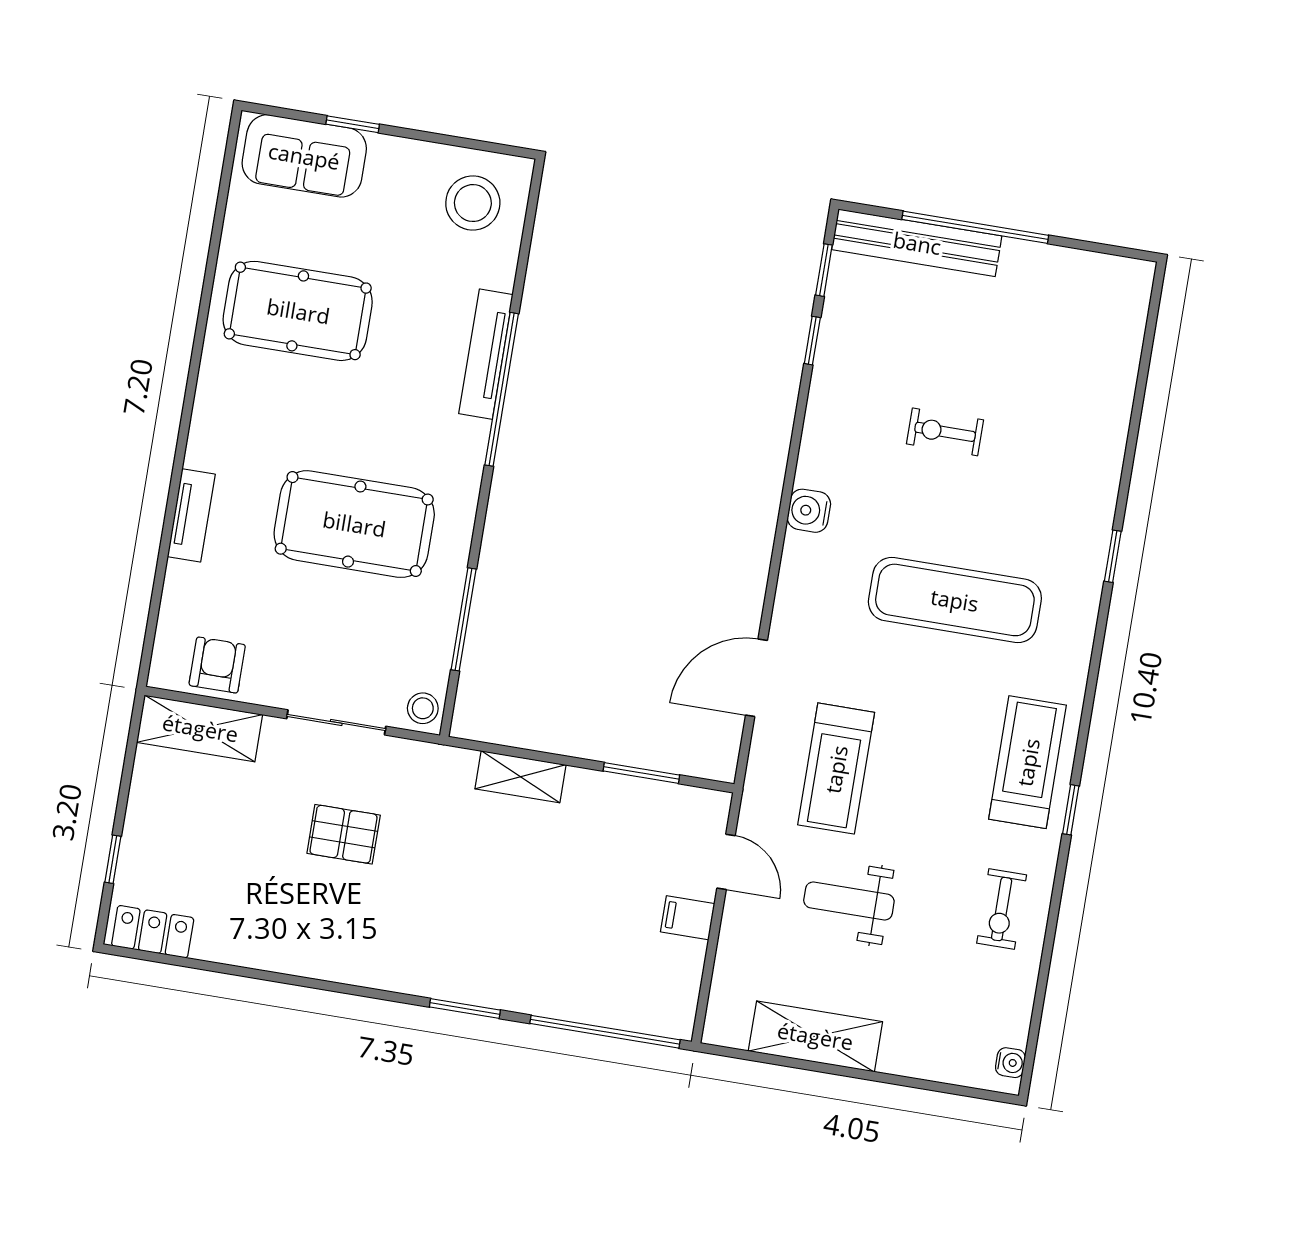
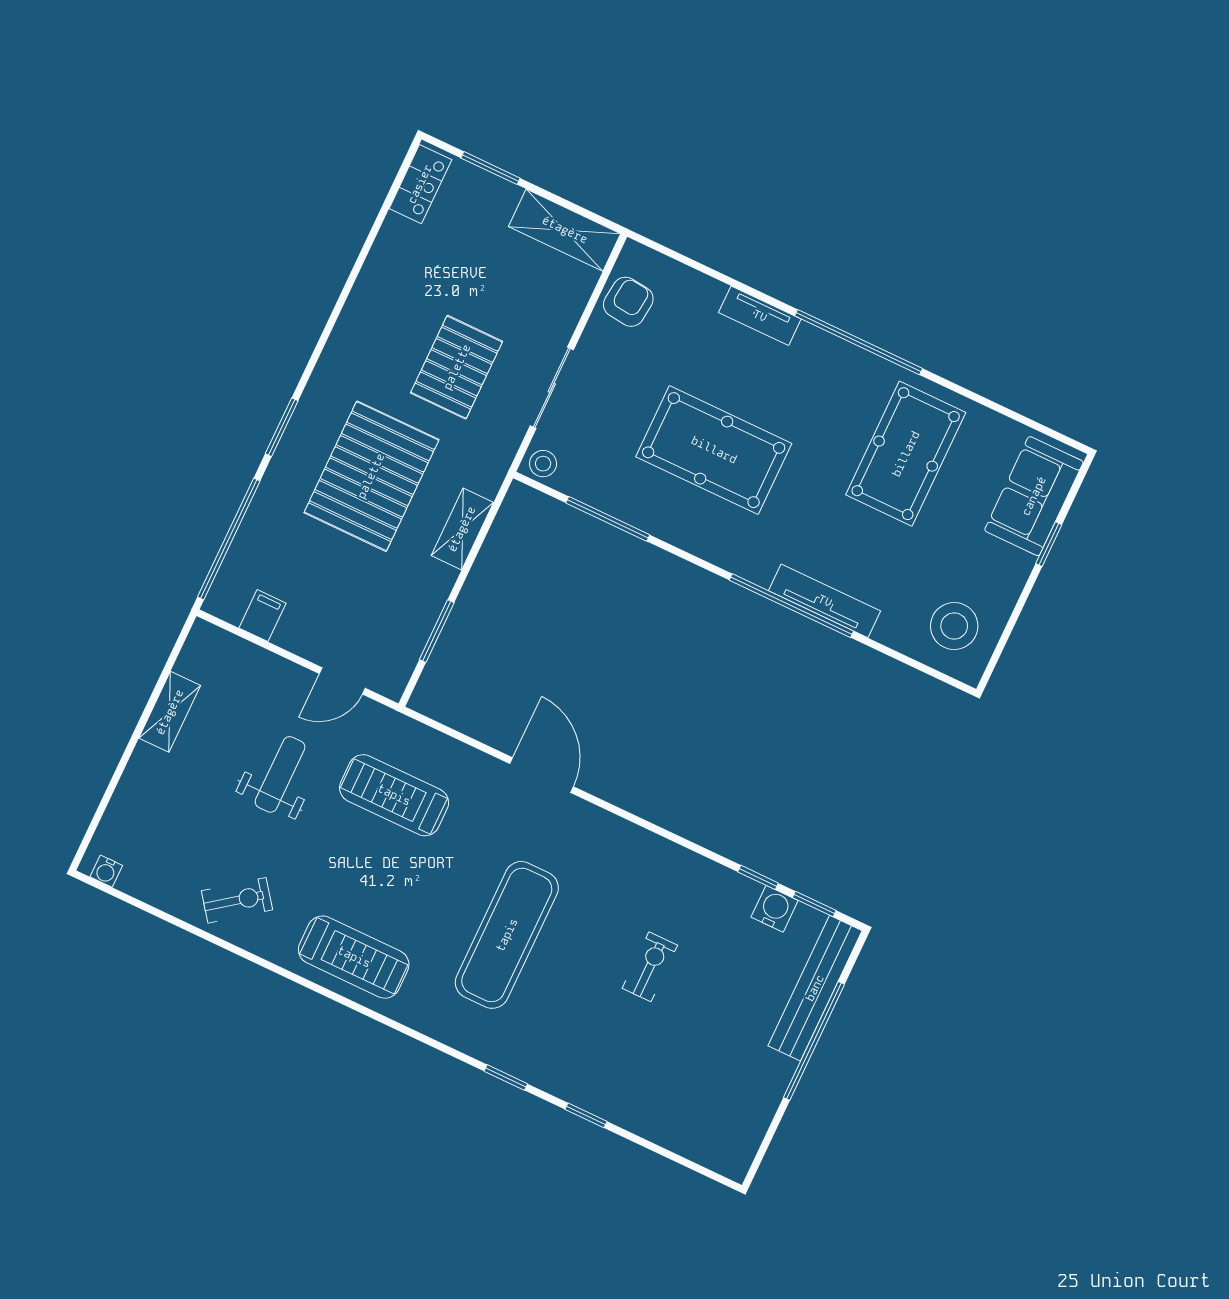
window: (189, 398) -> (859, 342), added
water cooler: (809, 511) -> (775, 909), moved
pool table: (354, 524) -> (714, 450), turned 90
armchair: (217, 665) -> (628, 302), turned -84
door: (756, 678) -> (542, 775), moved
shelving: (200, 728) -> (565, 230), moved, turned 90
window: (1071, 810) -> (586, 1115), moved
pallet: (344, 834) -> (457, 367), width x1.50, depth x1.42
window: (113, 859) -> (491, 168), width x1.50
pallet: (491, 894) -> (371, 476), added
exercise bike: (1002, 909) -> (237, 900), turned 143
filing cabinet: (688, 918) -> (263, 616), moved
shelving: (815, 1036) -> (170, 712), width x0.67, depth x0.75

